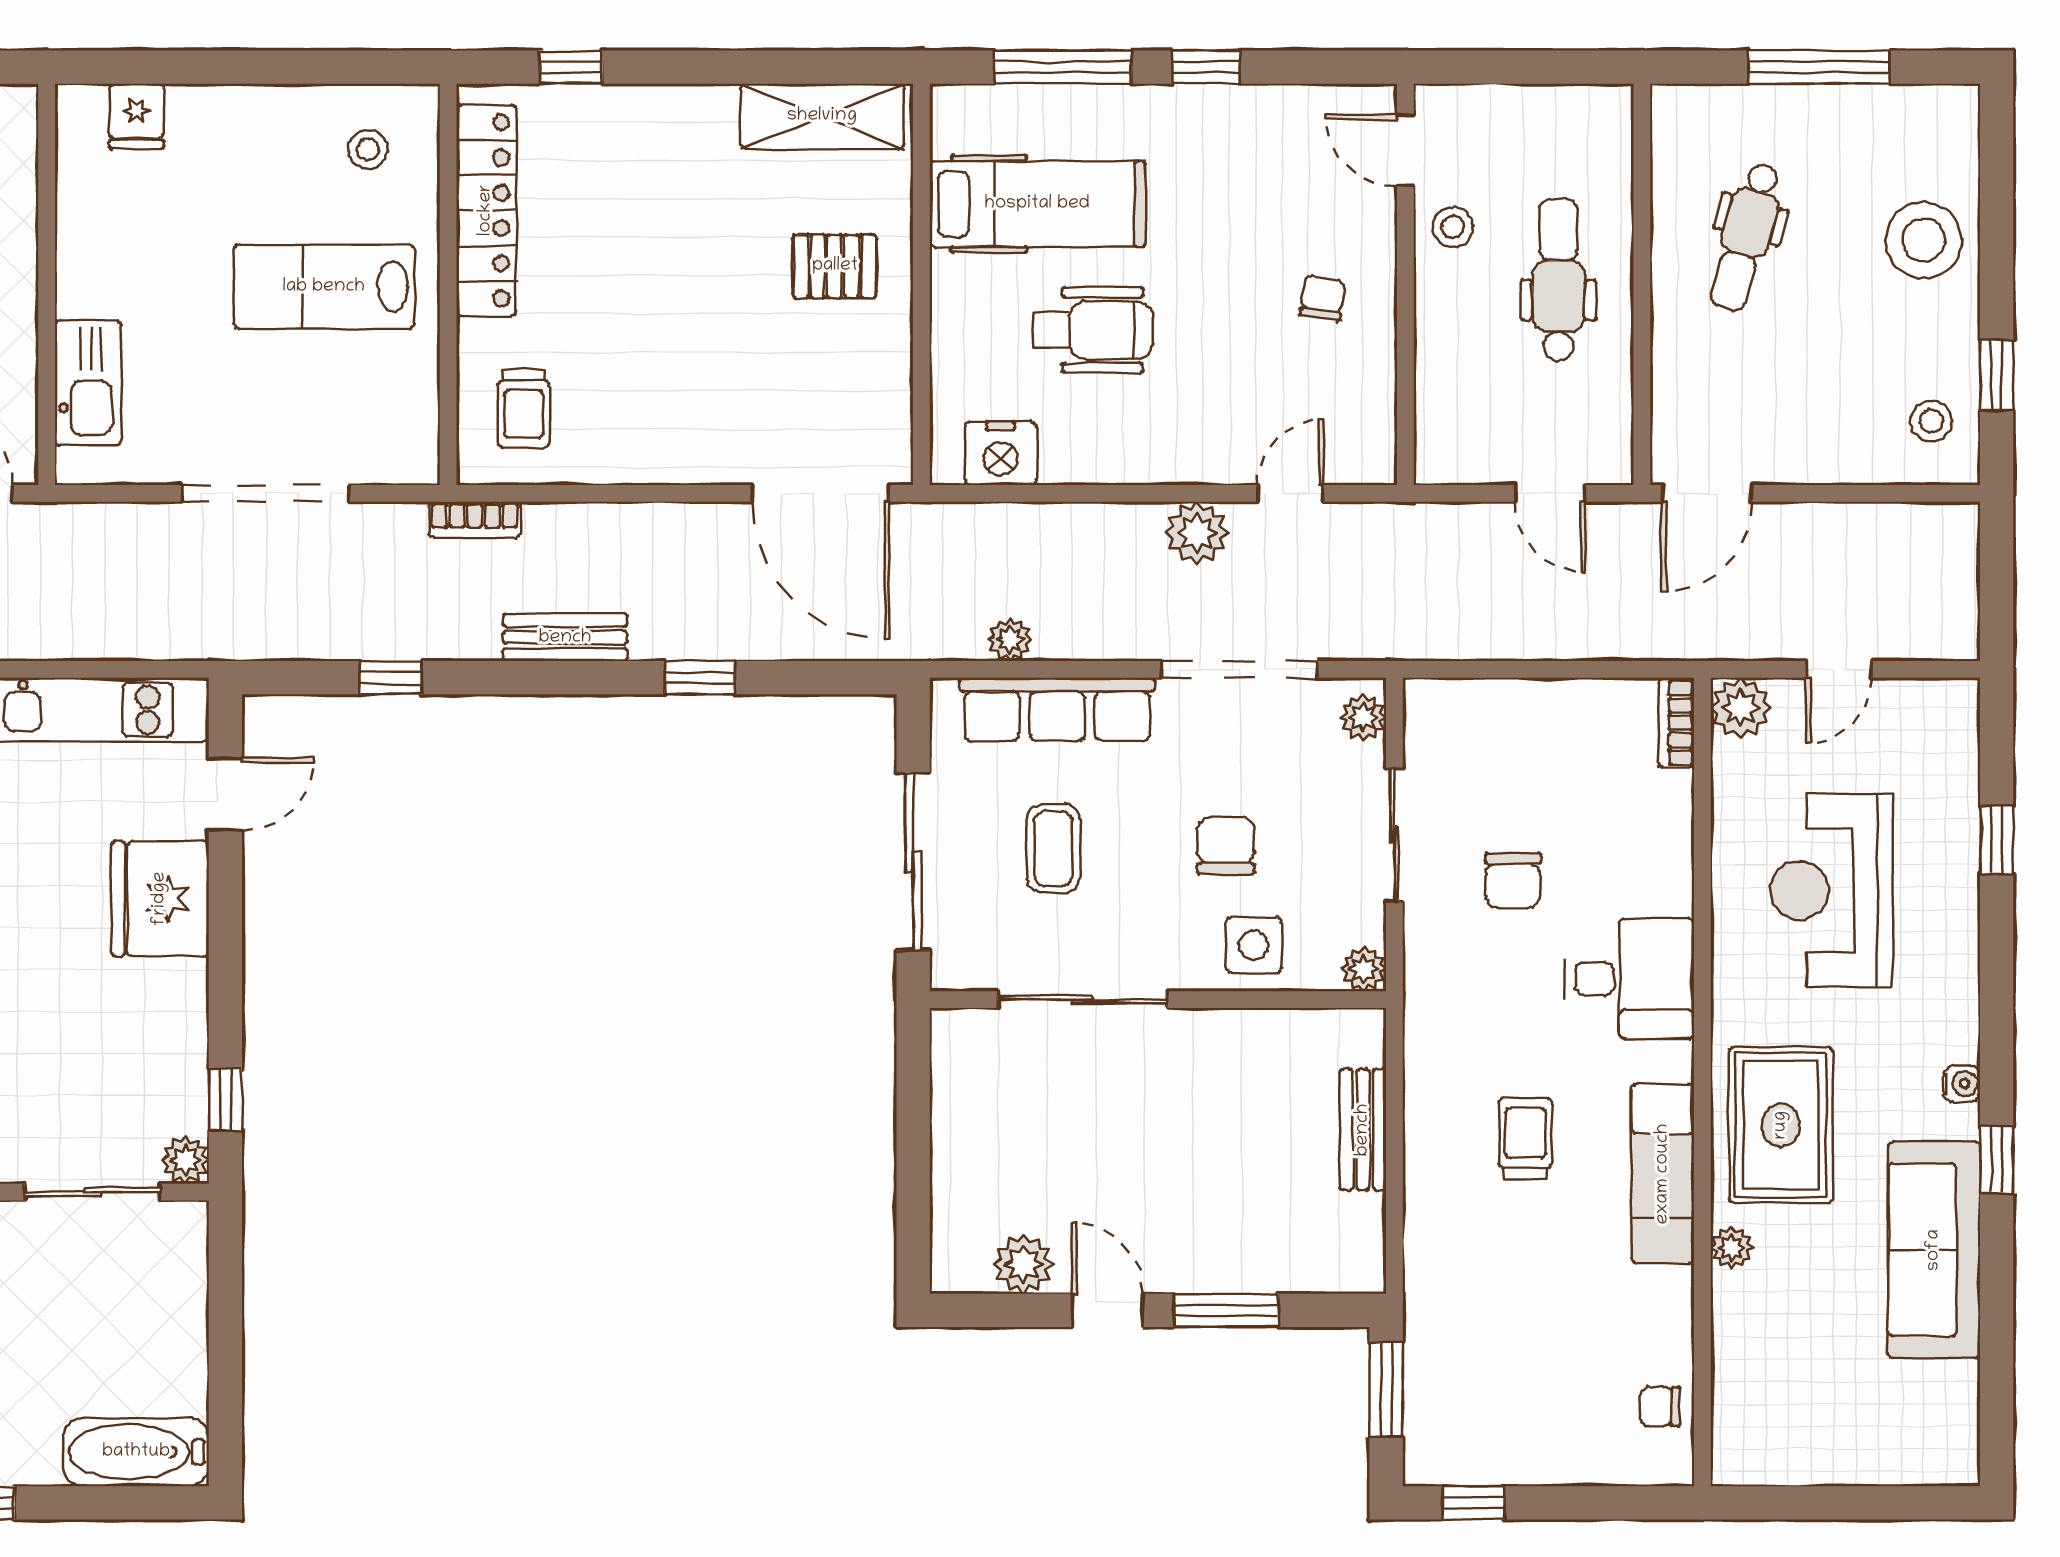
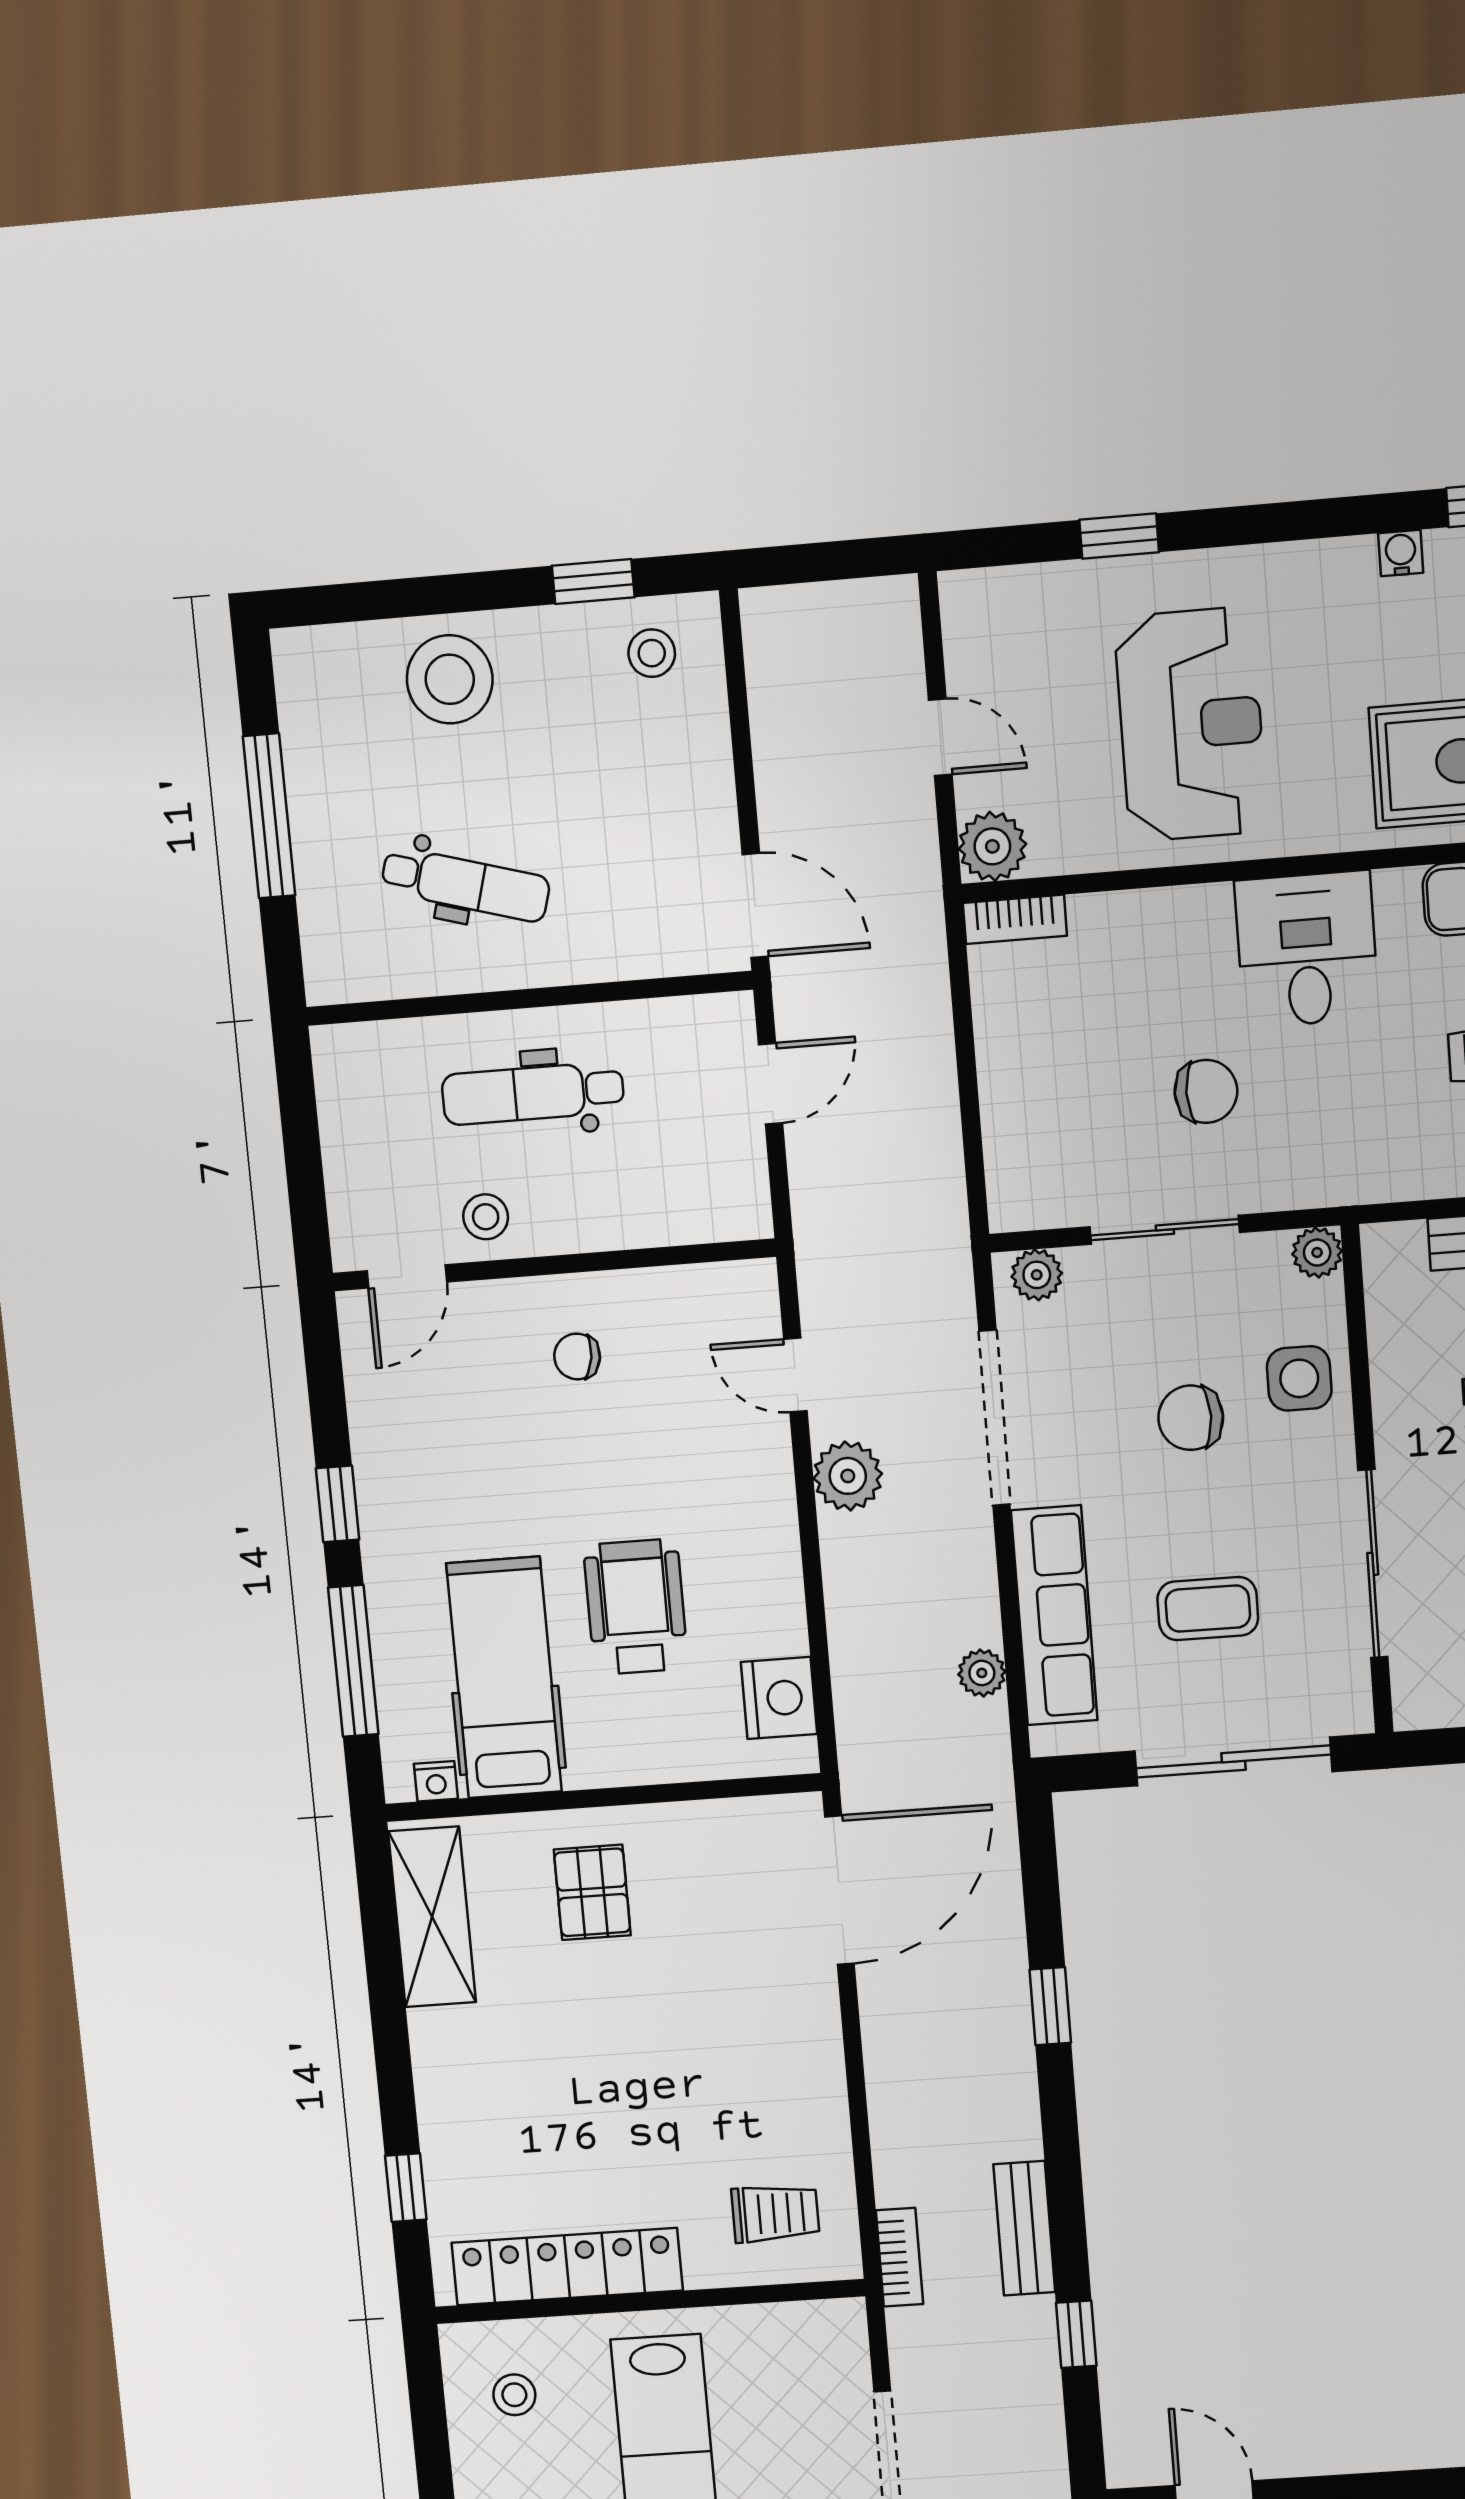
nightstand: (947, 132) -> (436, 1781), added
bench: (565, 638) -> (1024, 2228), moved
reception desk: (1831, 891) -> (1191, 725), turned -90

